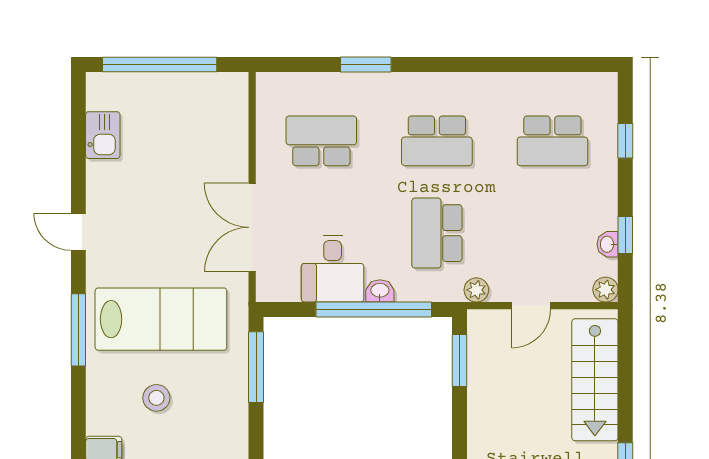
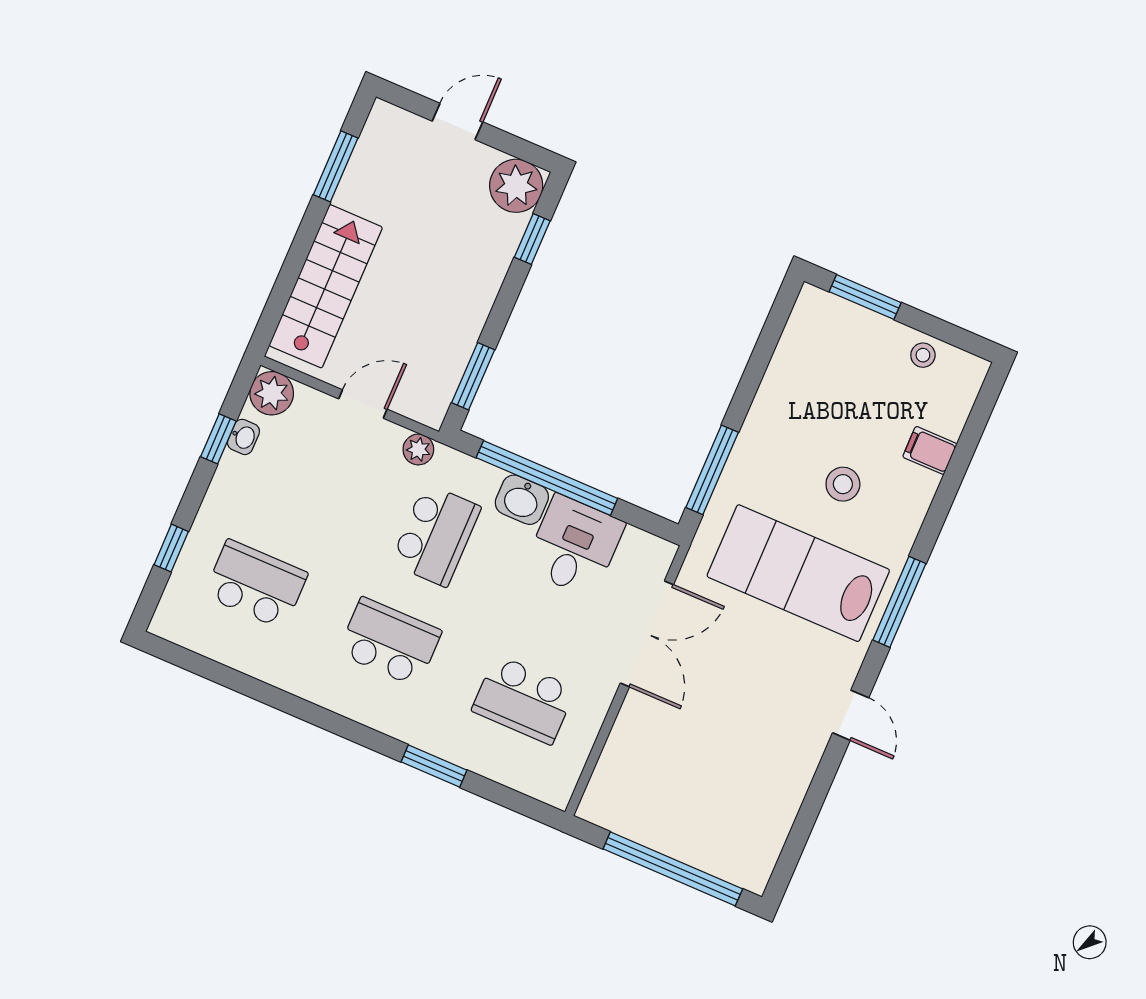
kitchen sink: (103, 135) -> (774, 815), removed
plant: (605, 290) -> (272, 393), width x1.38, depth x1.38
washbasin: (380, 291) -> (522, 500), width x1.38, depth x1.45

